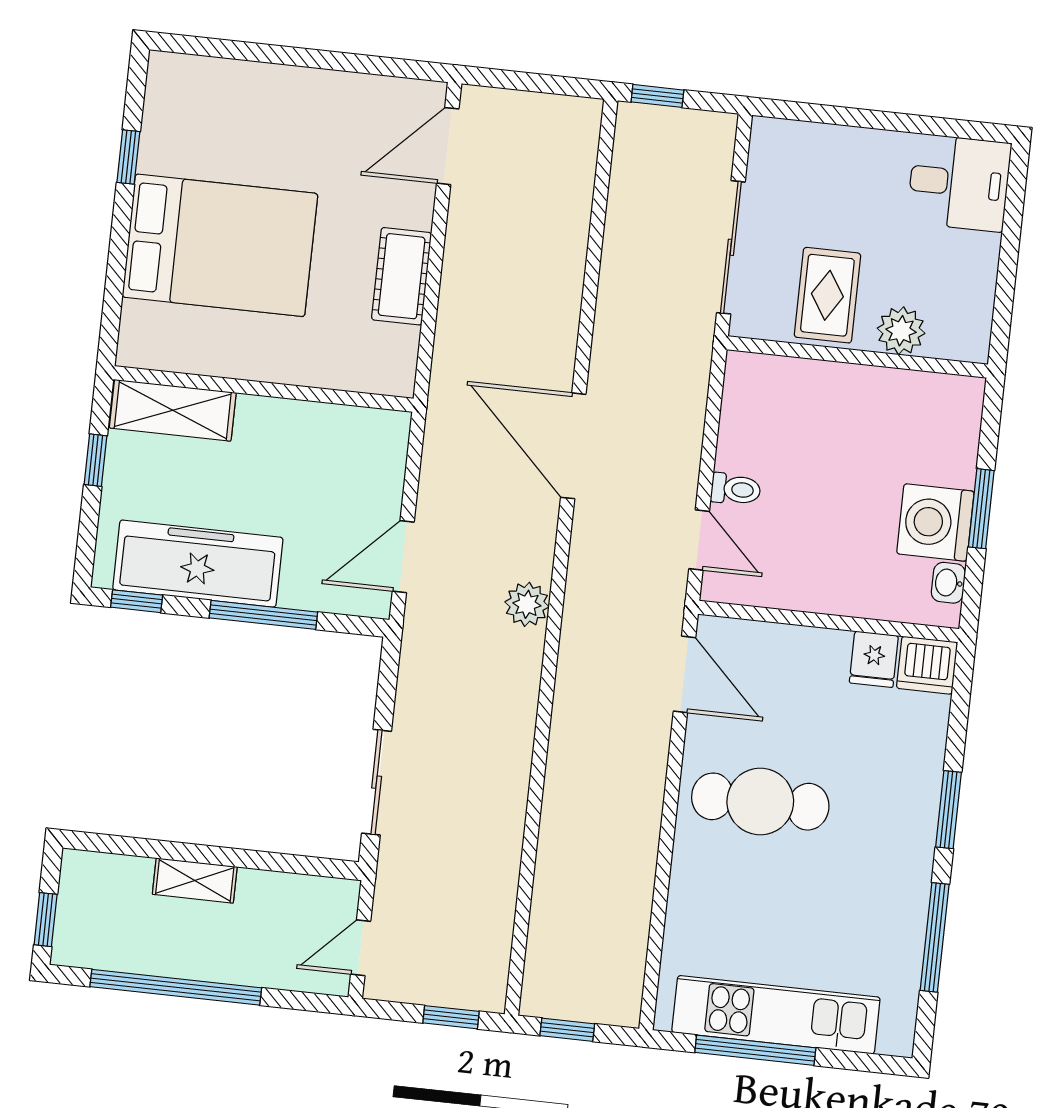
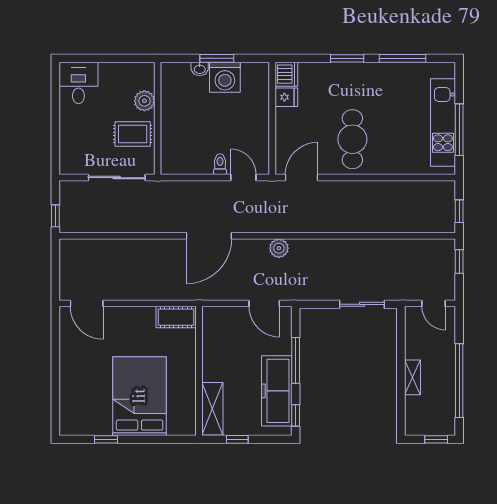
cot: (402, 276) -> (176, 317), moved
door: (699, 540) -> (243, 178), hinge flipped
washbasin: (948, 583) -> (200, 69), moved

